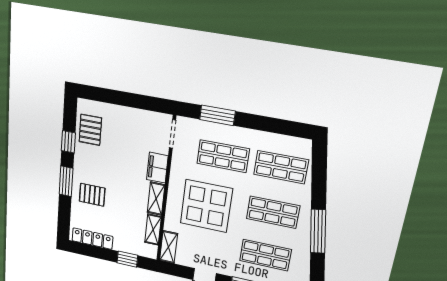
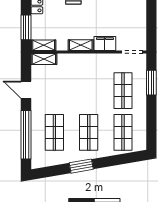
display table: (206, 206) -> (83, 84), removed
shelving: (153, 230) -> (44, 45), moved
window: (318, 231) -> (81, 166), width x0.69
window: (127, 259) -> (26, 27), width x1.50

